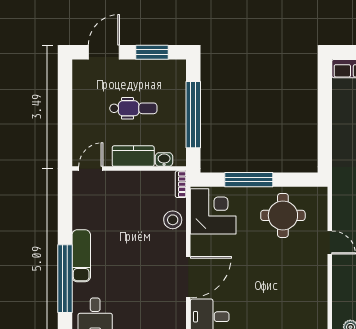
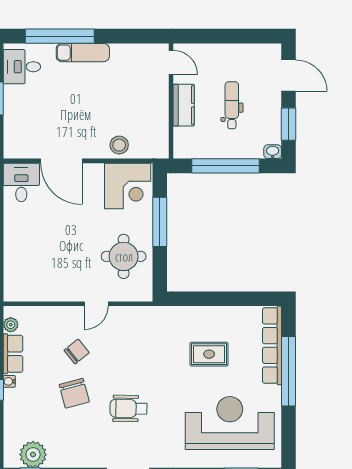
dental chair: (133, 108) -> (232, 105), turned 180
washbasin: (164, 160) -> (273, 152), moved, turned -90
bookcase: (181, 184) -> (155, 153), removed

